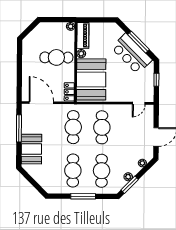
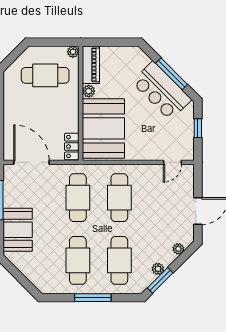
cafe table: (56, 57) -> (45, 75), moved

